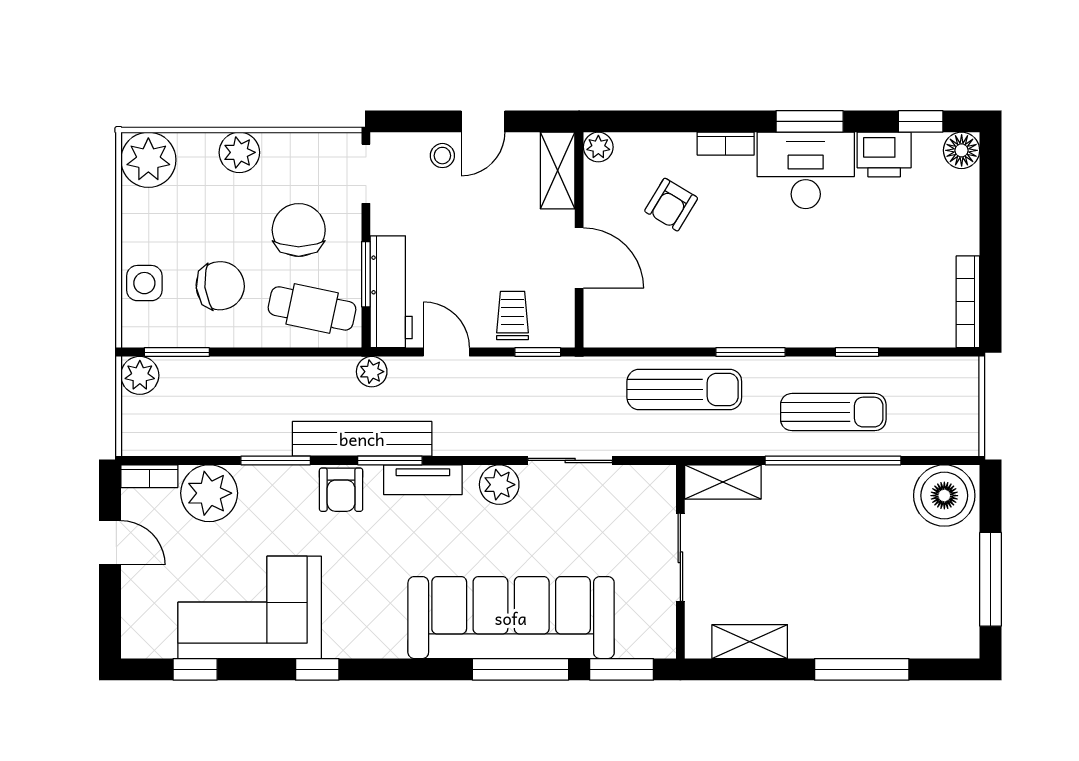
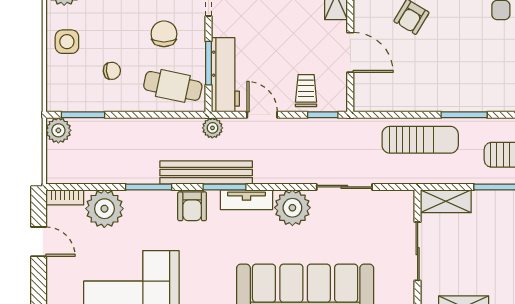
chair: (299, 230) -> (164, 34), width x0.73, depth x0.73
side table: (144, 283) -> (67, 42), moved
chair: (220, 286) -> (112, 71), width x0.54, depth x0.54
plant: (499, 485) -> (292, 208), width x1.36, depth x1.36

